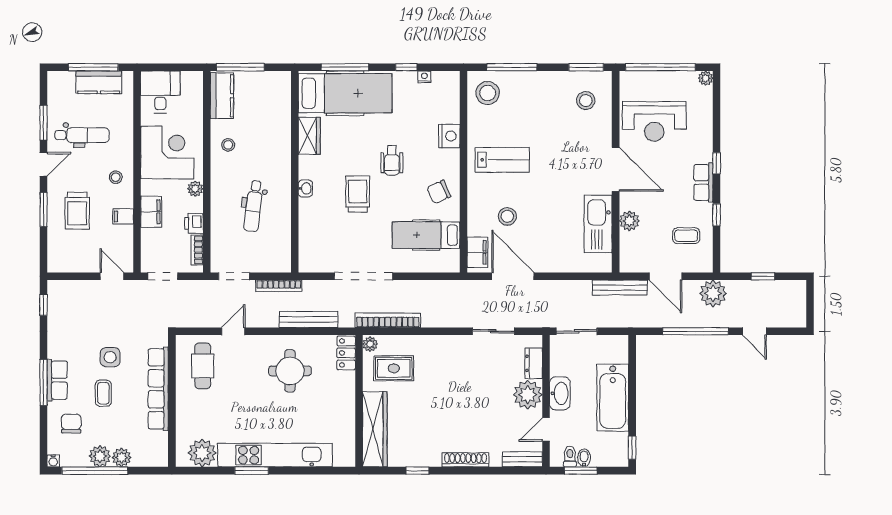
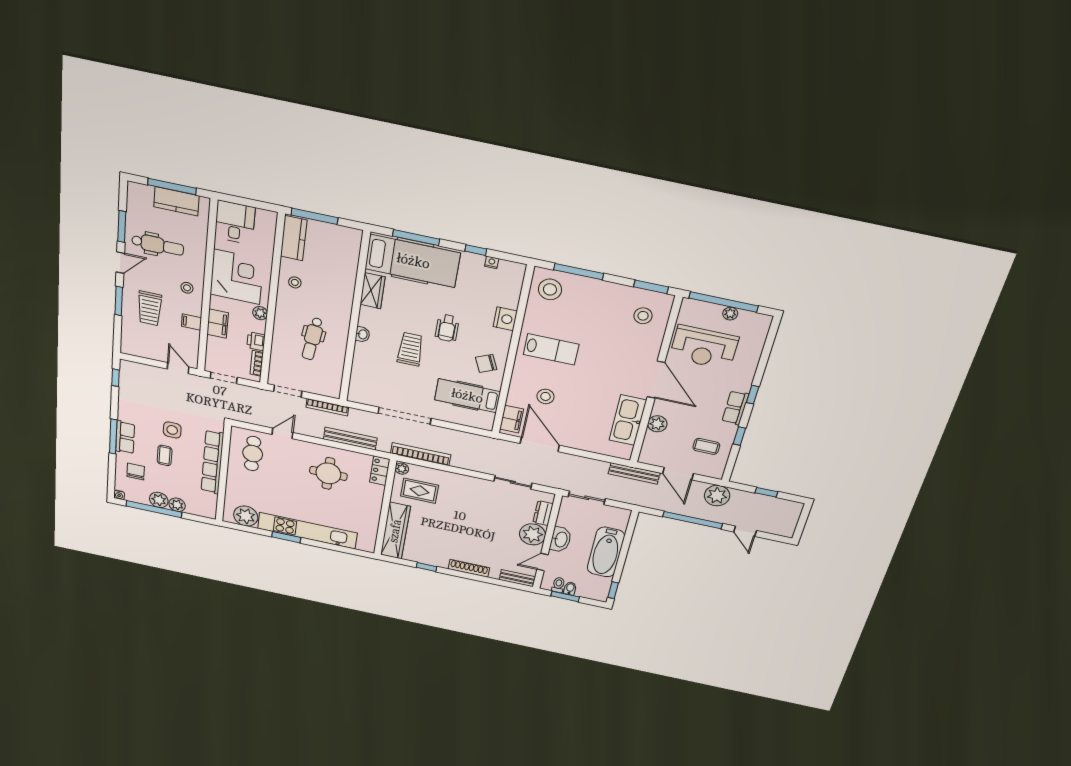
plant: (706, 78) -> (730, 314), moved

